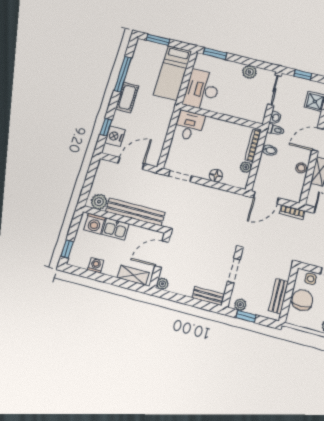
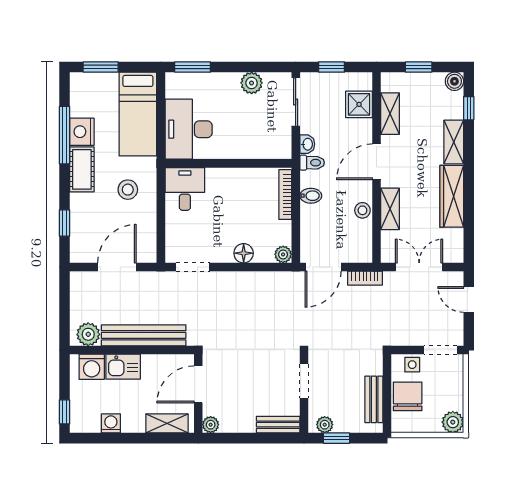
stool: (153, 117) -> (128, 190), added
nightstand: (115, 136) -> (82, 132), moved
plant: (246, 167) -> (283, 254), moved

